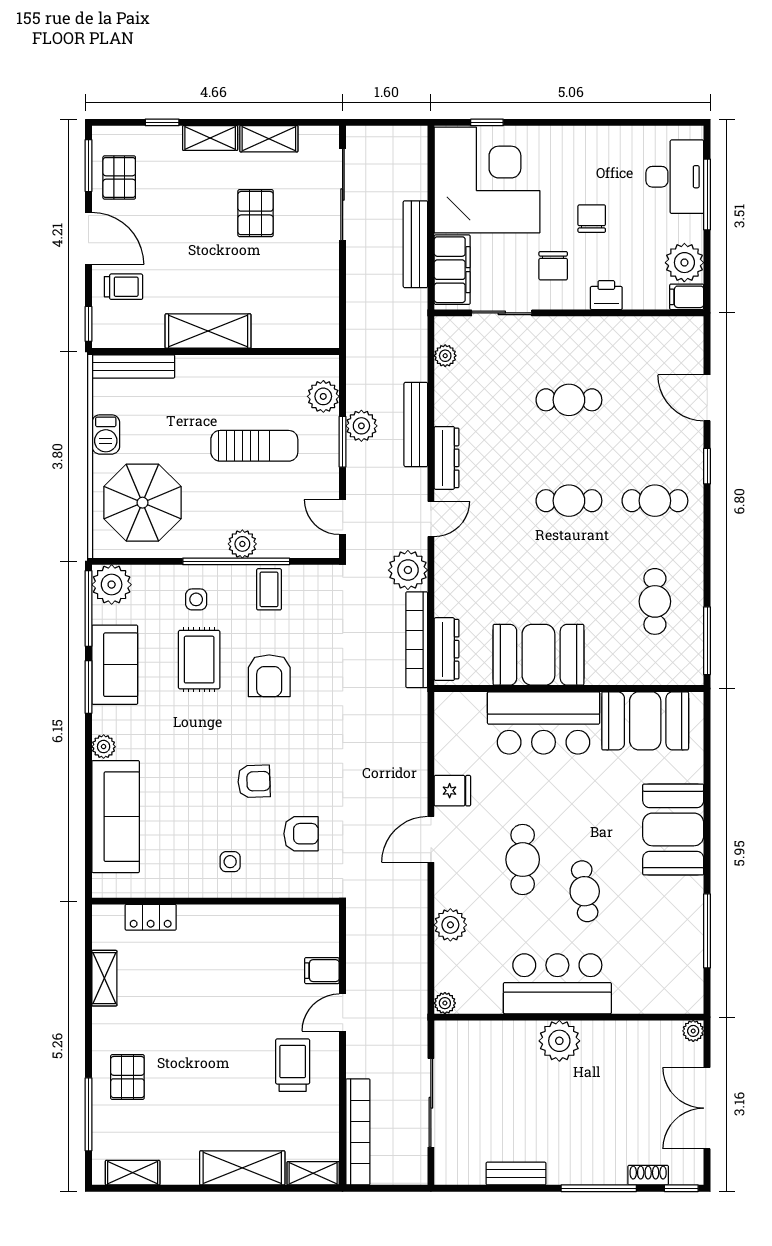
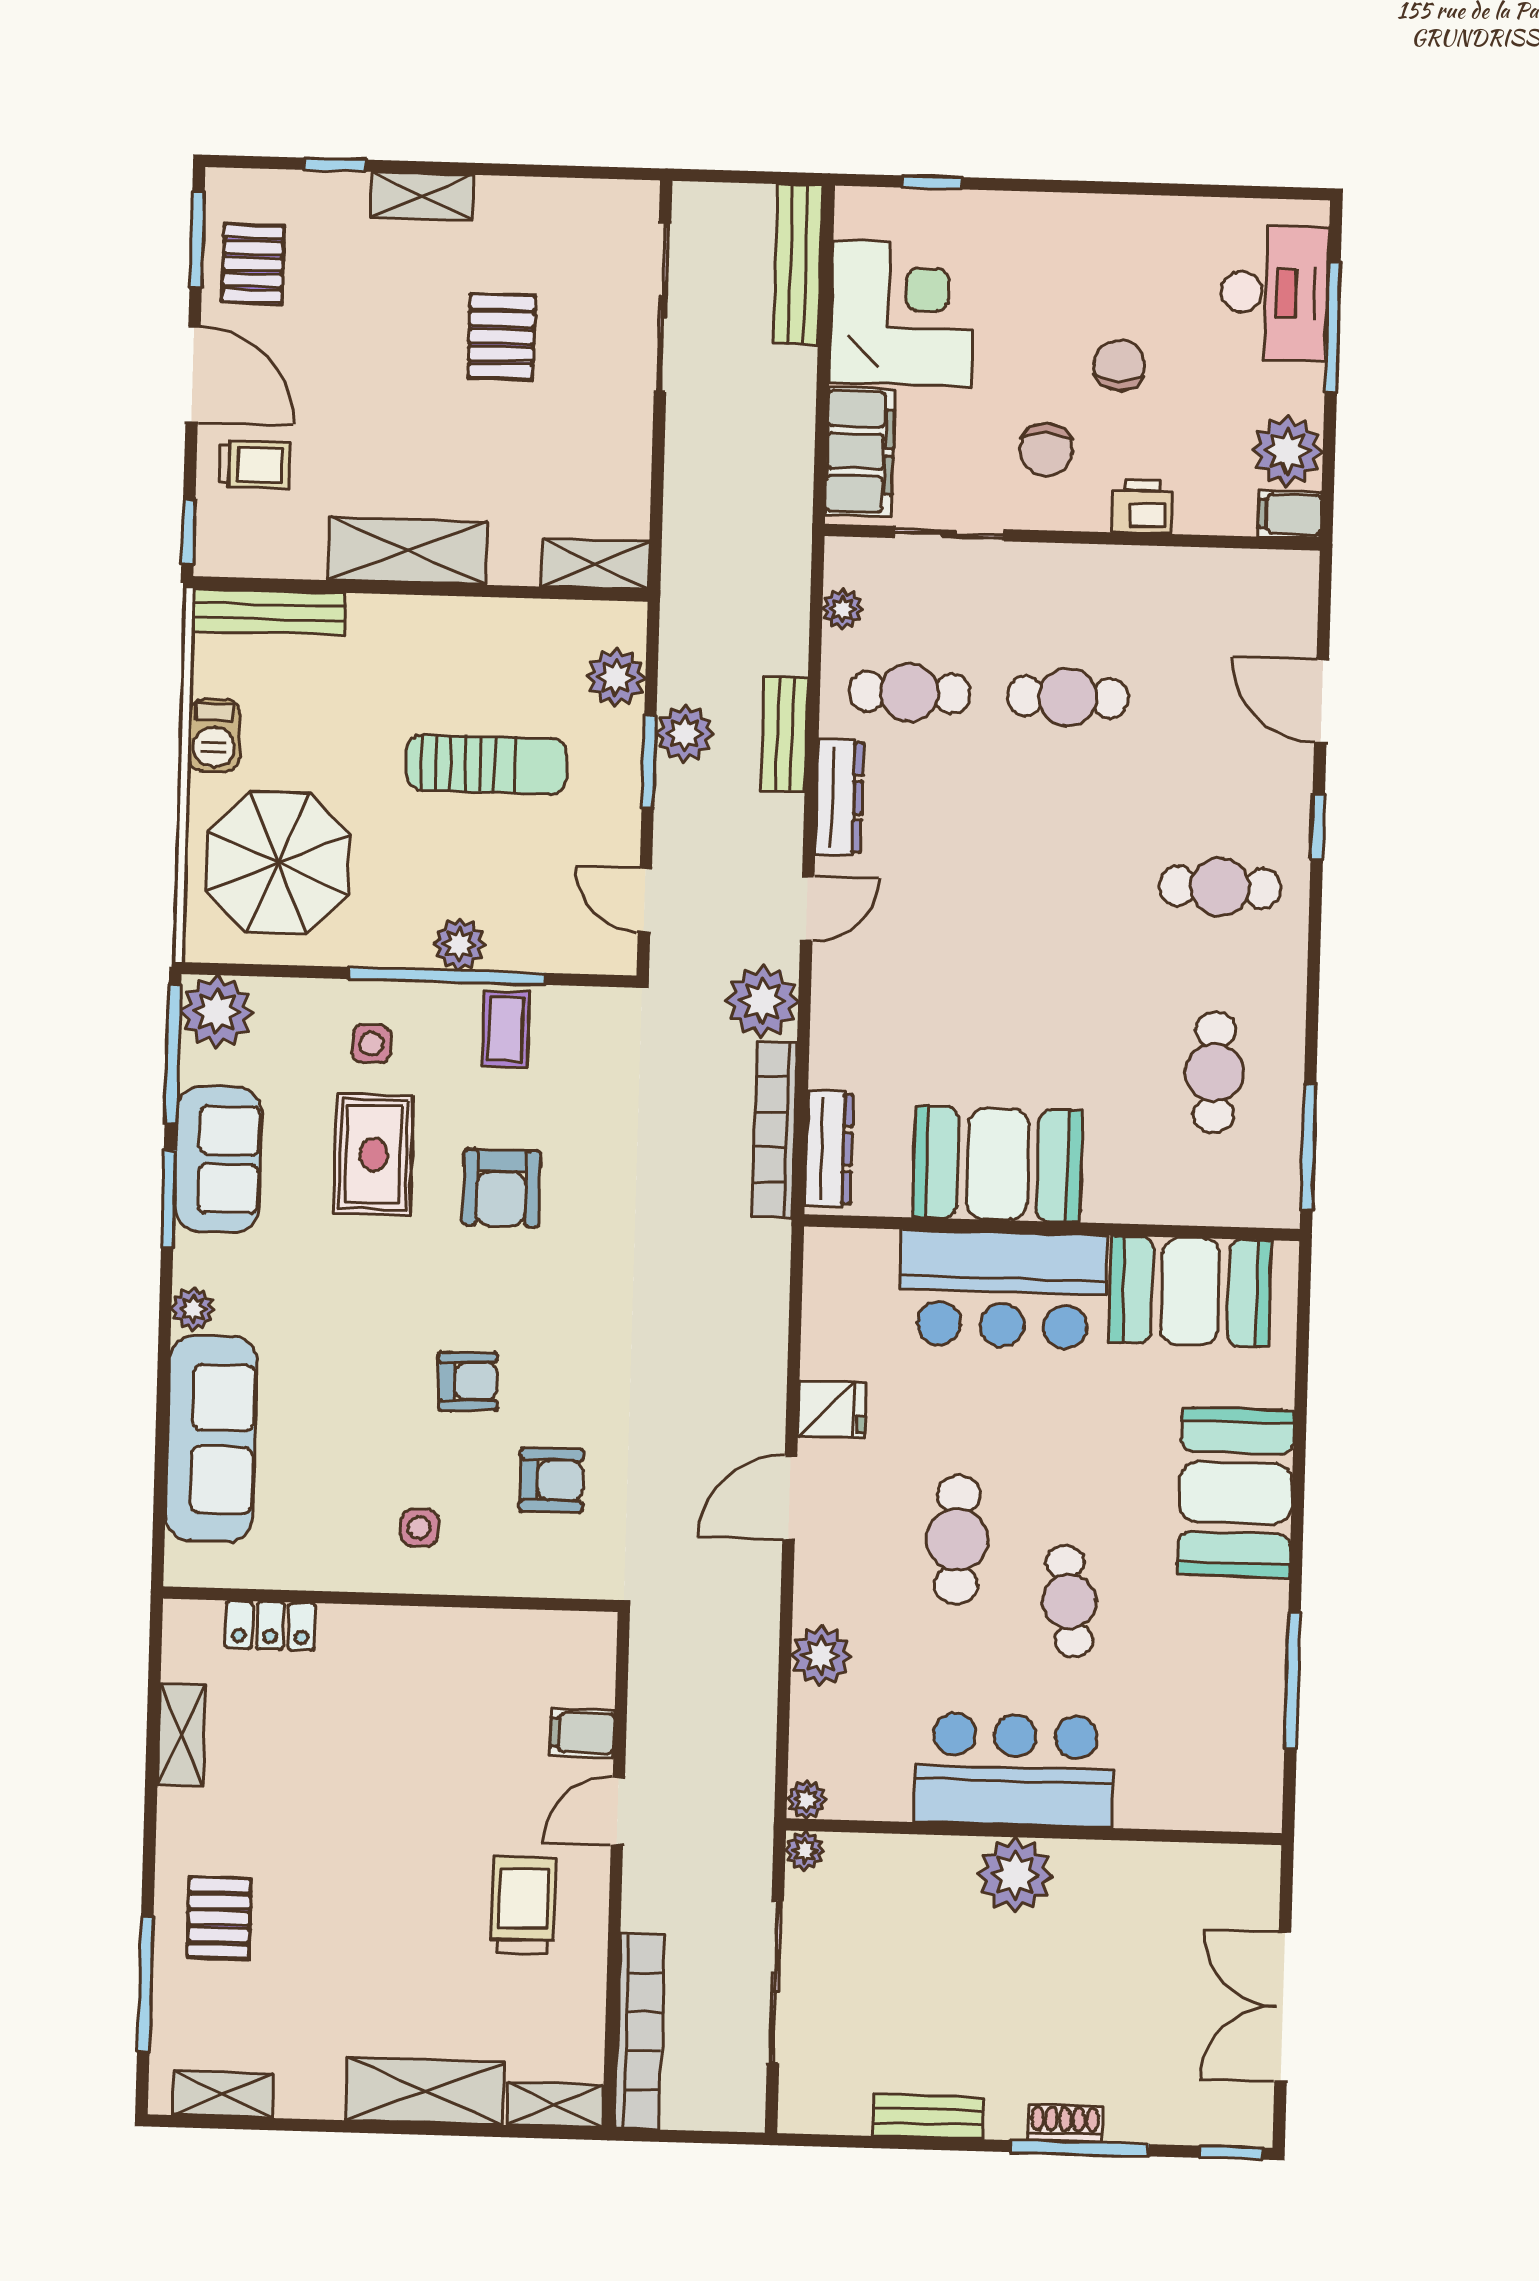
shelving: (269, 139) -> (595, 564), moved
corner desk: (487, 180) -> (902, 313), width x0.74, depth x0.74
bench: (415, 244) -> (798, 265), moved
bench: (416, 425) -> (785, 734), width x0.73
cafe table: (569, 501) -> (910, 692), moved
plant: (693, 1031) -> (805, 1851), moved
shoe rack: (648, 1175) -> (1065, 2124), moved

